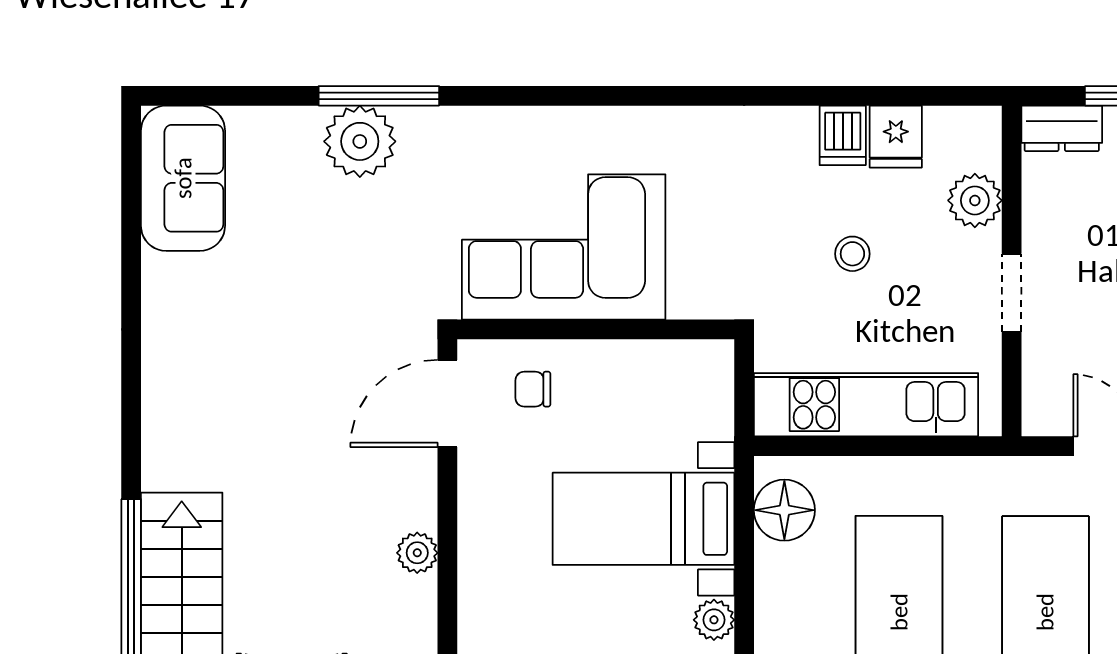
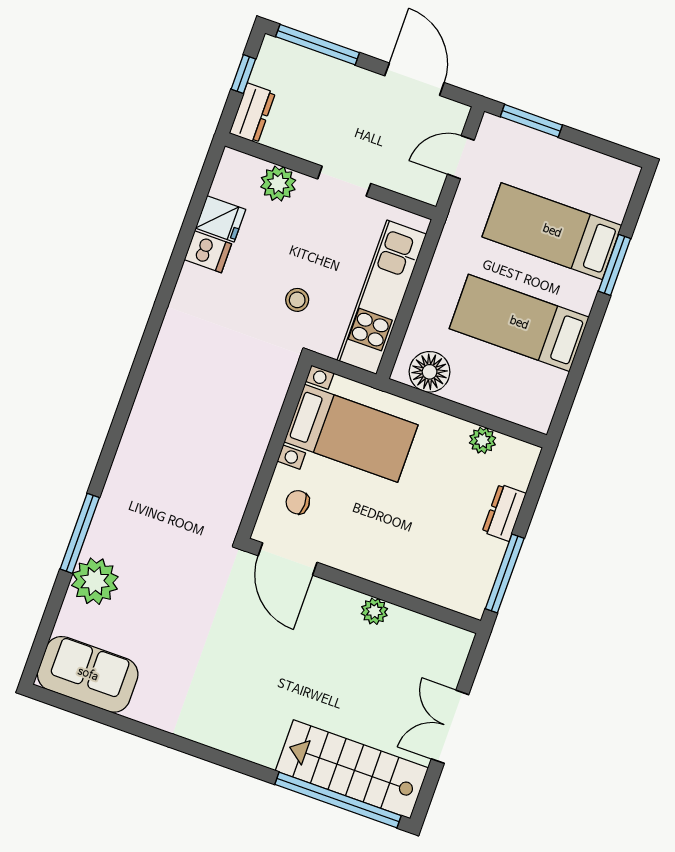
plant: (360, 141) -> (95, 581), moved
corner sofa: (564, 247) -> (216, 451), removed
stool: (852, 254) -> (297, 300), moved
chair: (533, 389) -> (298, 502), turned 90
bed with nightstands: (643, 519) -> (351, 433), moved, turned -90

